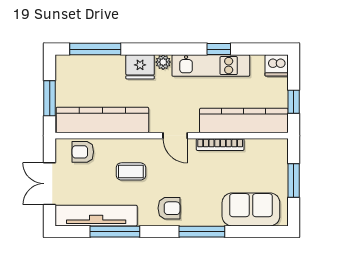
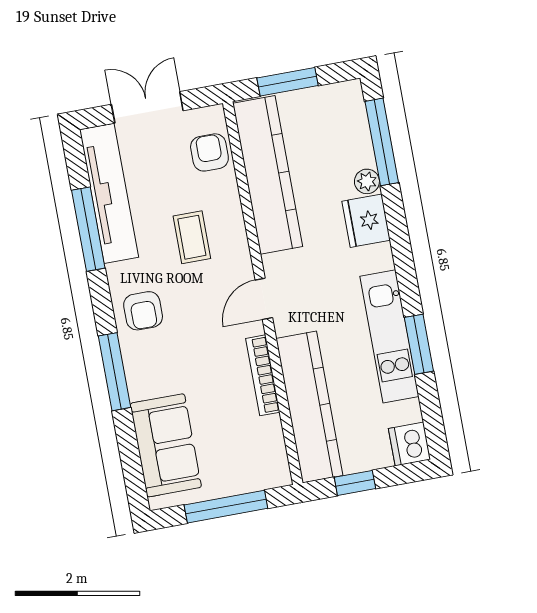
window: (219, 49) -> (419, 344), width x1.50
plant: (163, 62) -> (367, 181), moved
window: (294, 181) -> (226, 507), width x1.44

